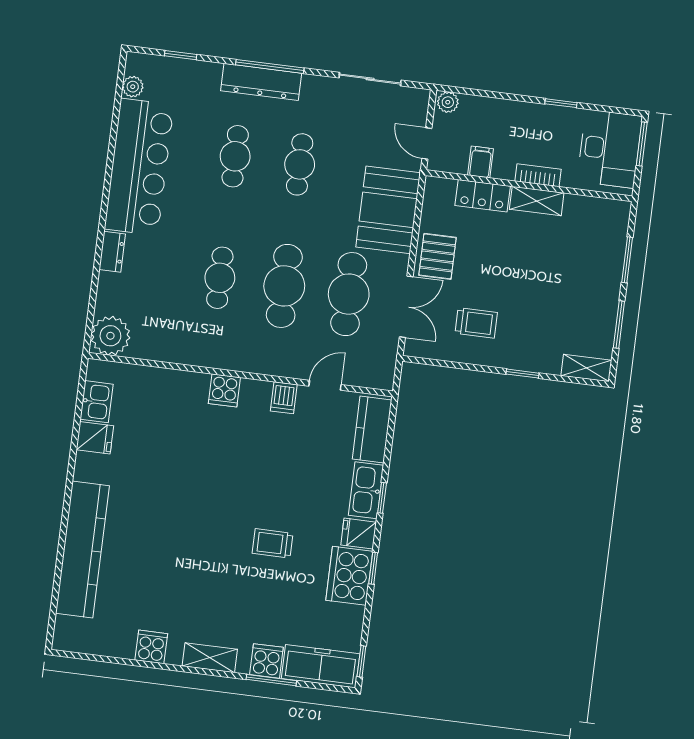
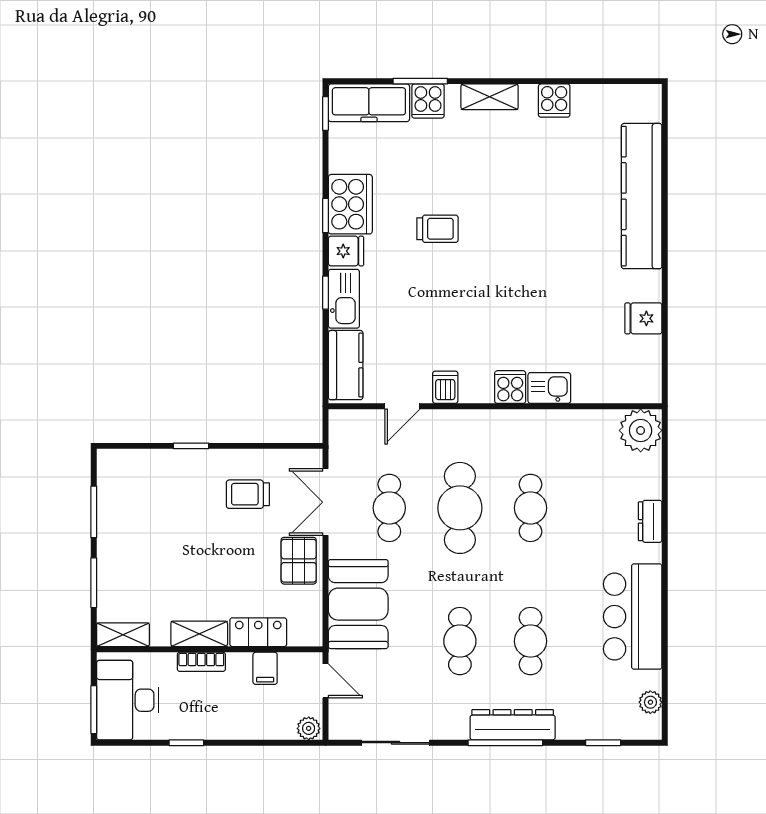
bar counter: (139, 167) -> (633, 617), width x0.73
cafe table: (349, 294) -> (389, 508), width x0.73, depth x0.74
shelving: (586, 368) -> (123, 635), moved
kitchen sink: (97, 402) -> (549, 388), moved, turned 90

